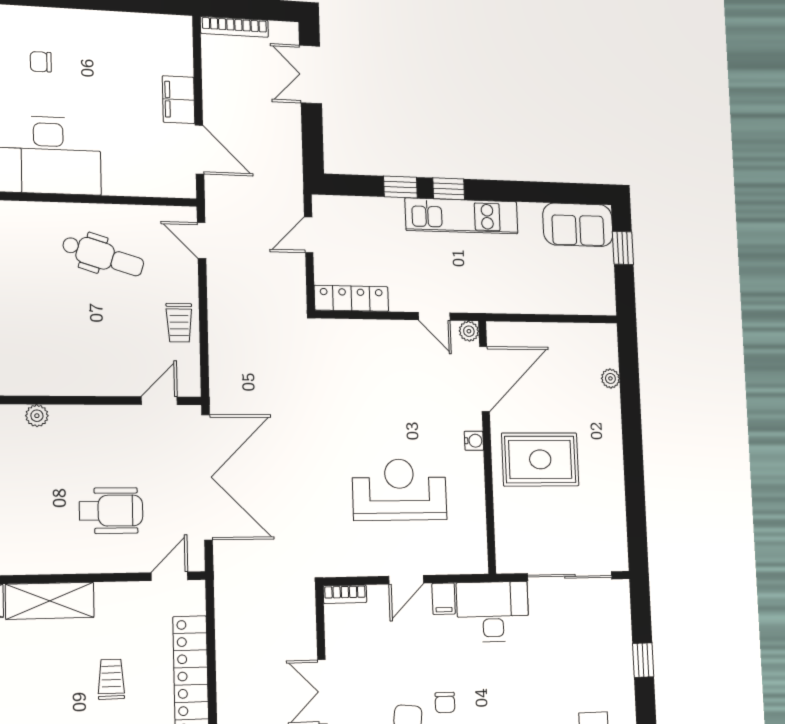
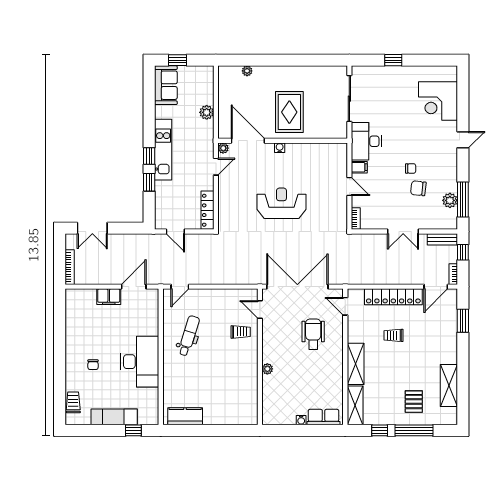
plant: (533, 300) -> (207, 112), added
trolley: (179, 323) -> (241, 332), moved
reception desk: (399, 490) -> (281, 203), moved, turned 90

